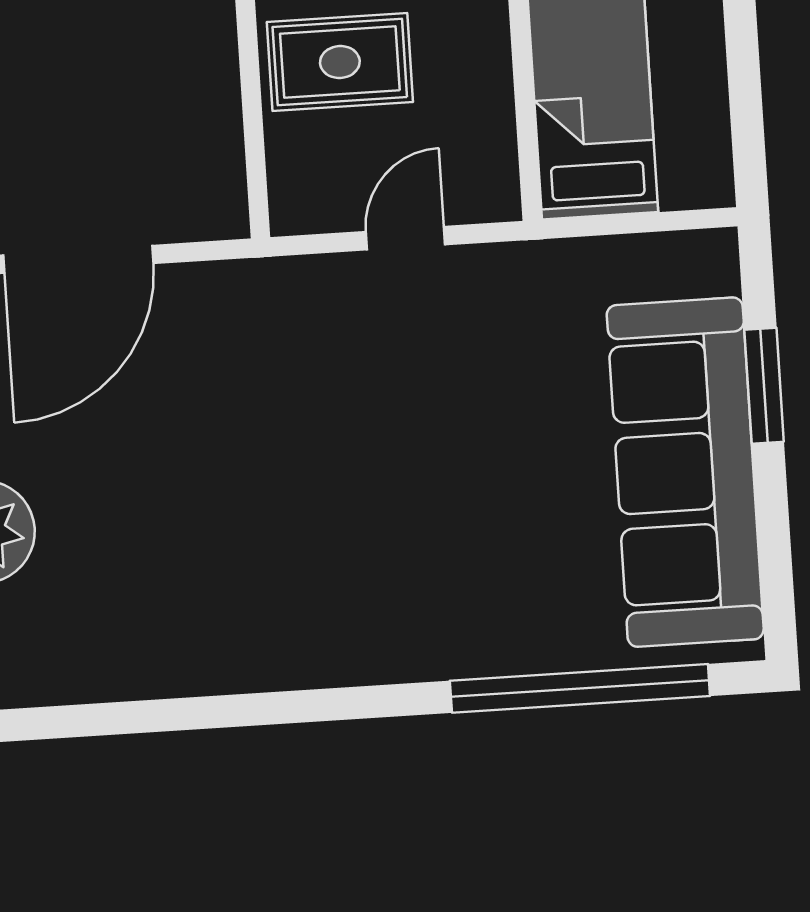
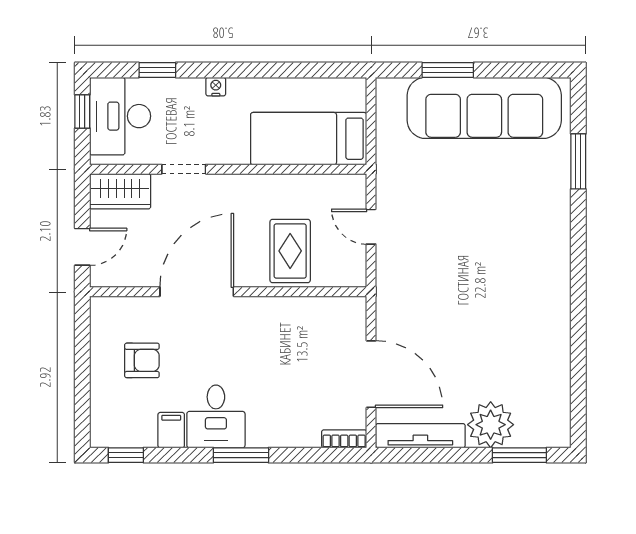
window: (580, 688) -> (578, 161), width x0.47

